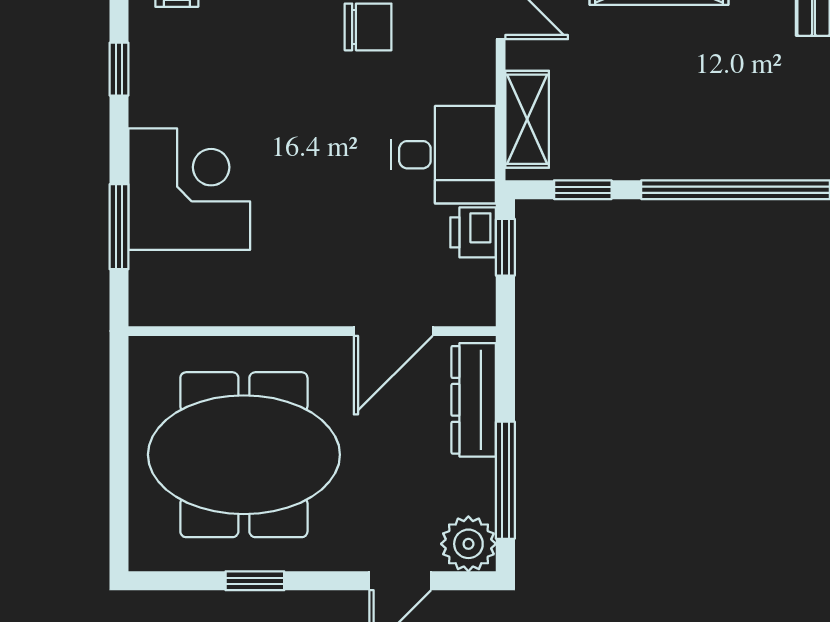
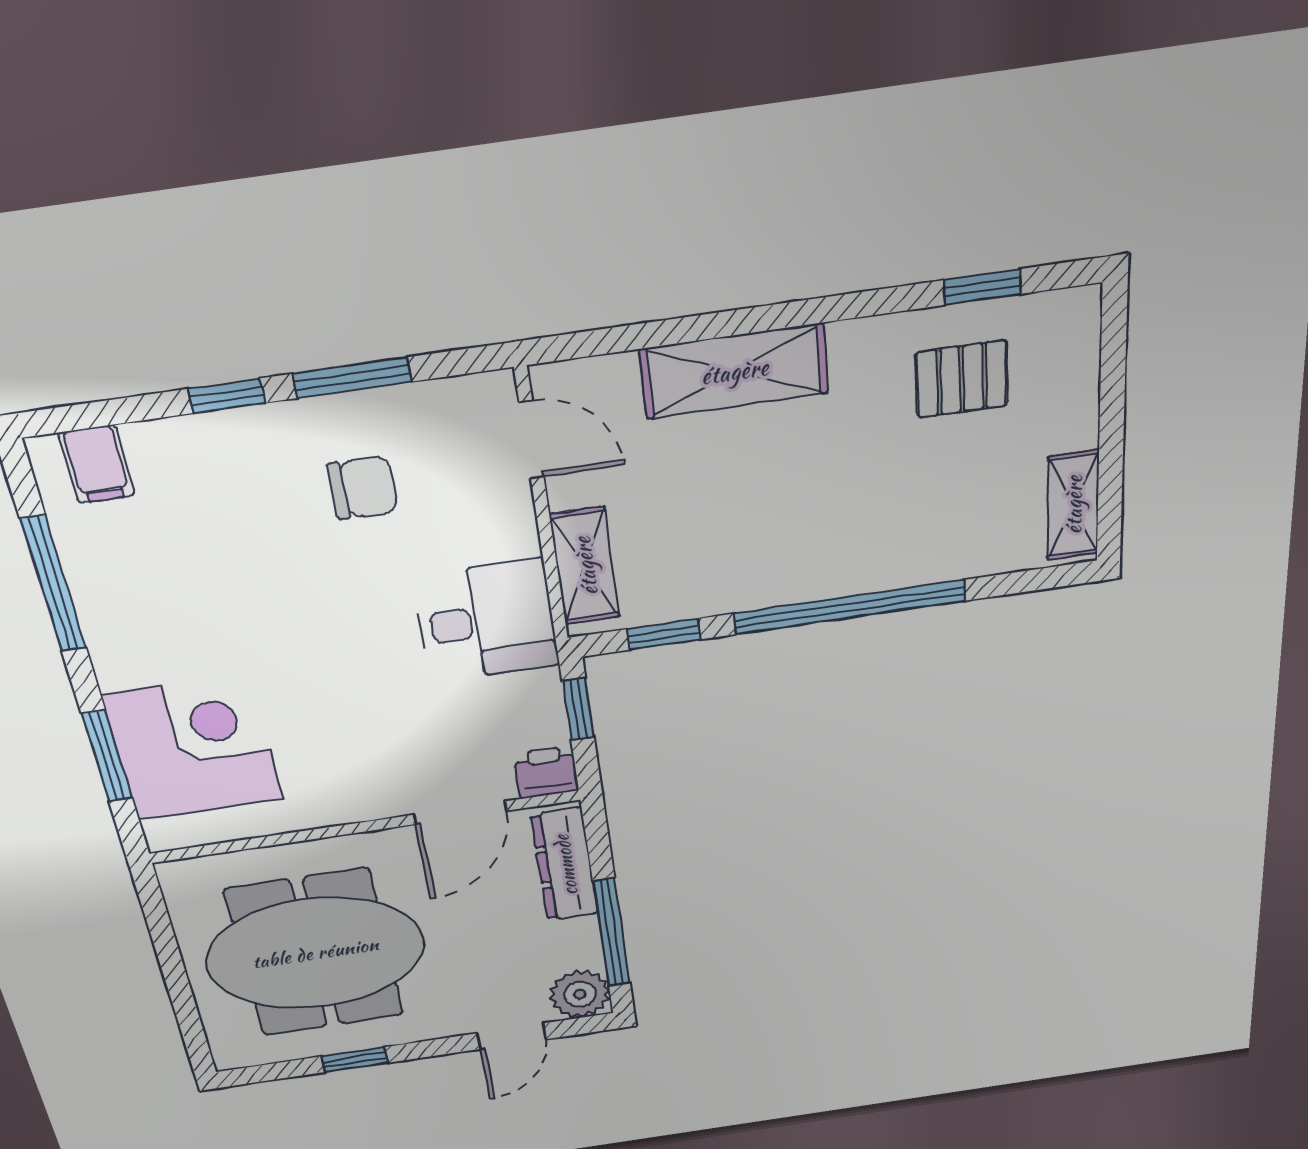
window: (119, 69) -> (54, 584), width x2.17
corner desk: (189, 189) -> (193, 748), moved
printer: (473, 232) -> (546, 772), moved, turned 90

